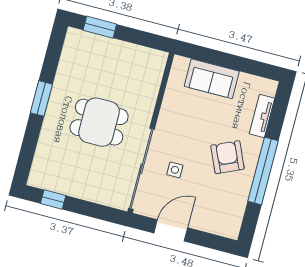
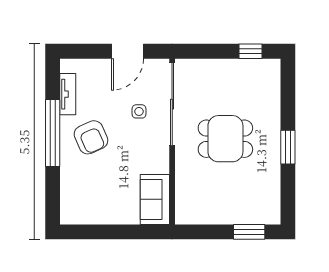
sofa: (212, 79) -> (155, 199), moved, turned -90
tv unit: (262, 116) -> (68, 94), moved

